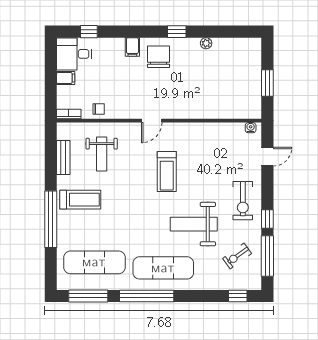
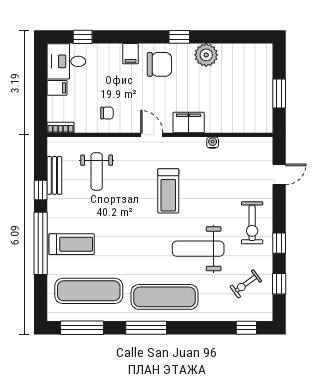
plant: (206, 43) -> (206, 55), width x1.88, depth x1.88
chair: (159, 57) -> (159, 64), turned 90
chair: (99, 109) -> (107, 113), moved
filing cabinet: (185, 109) -> (189, 123), added
door: (152, 121) -> (152, 135), swing flipped
water cooler: (251, 128) -> (213, 143), moved
window: (51, 171) -> (41, 190), added
treadmill: (80, 200) -> (72, 244), moved
window: (267, 256) -> (279, 284), width x0.46
window: (147, 296) -> (146, 328), width x0.68

